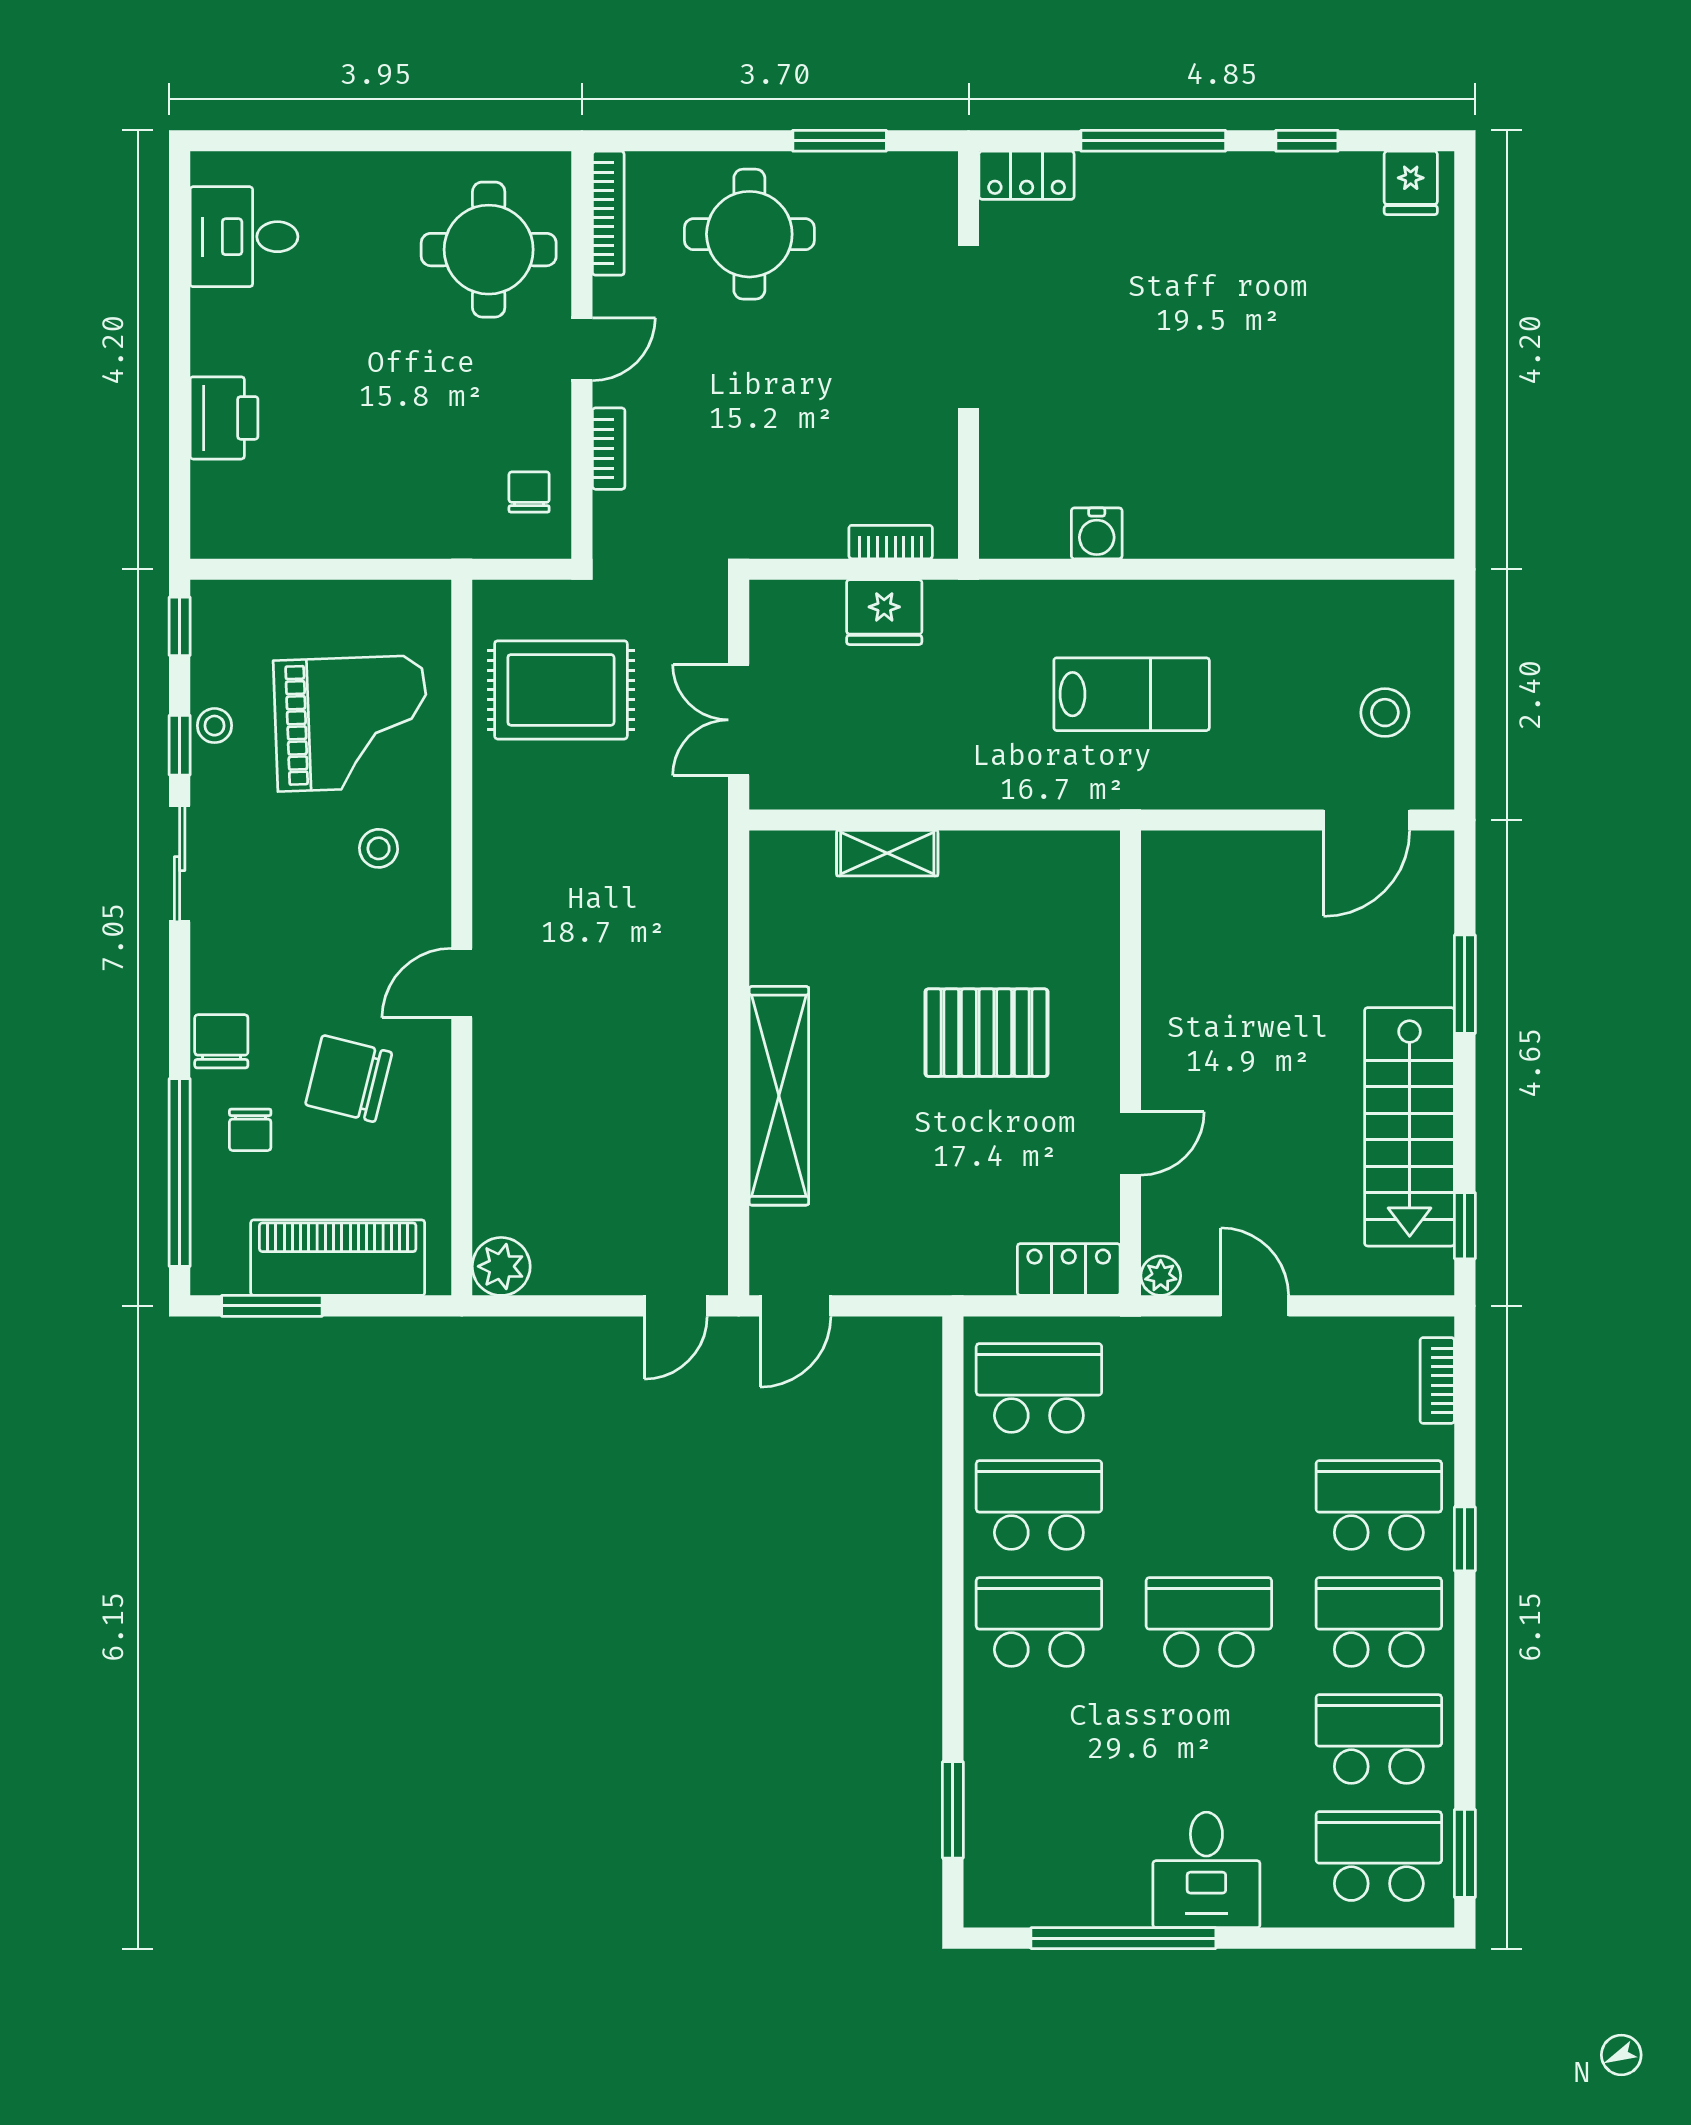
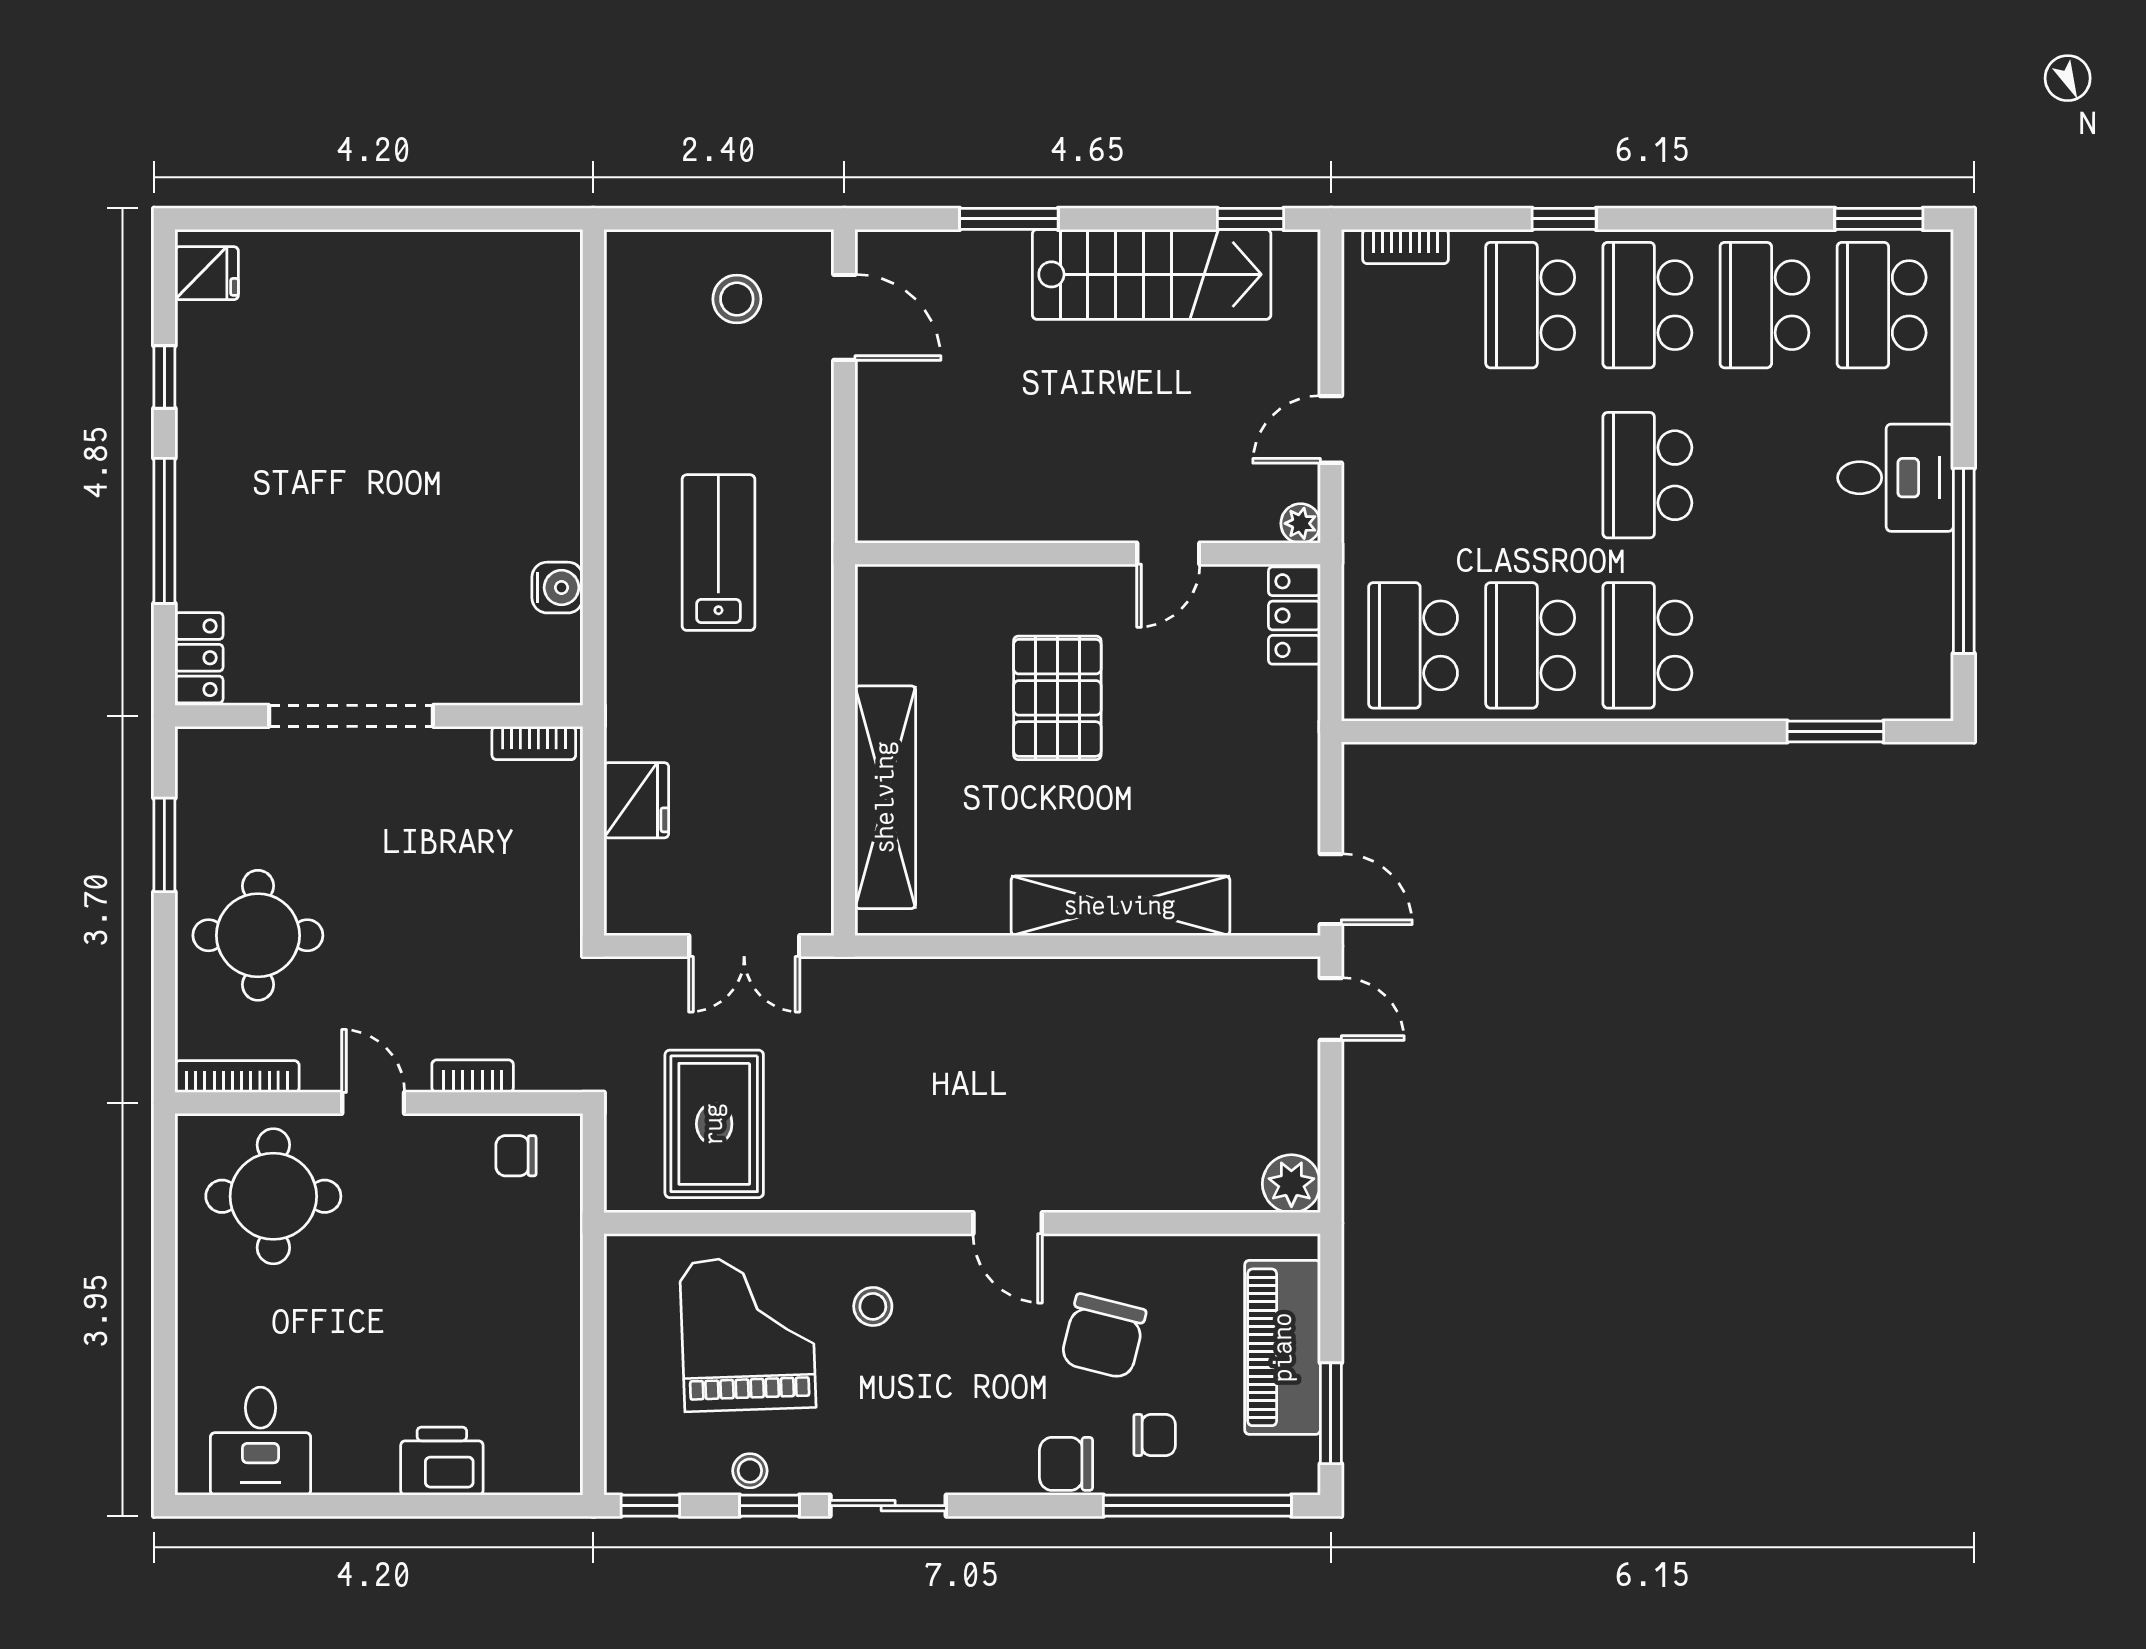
bookcase: (891, 542) -> (534, 743), moved, turned -90
shelving: (887, 853) -> (885, 797), width x2.20, depth x1.33
door: (1131, 1144) -> (1168, 554), swing flipped

